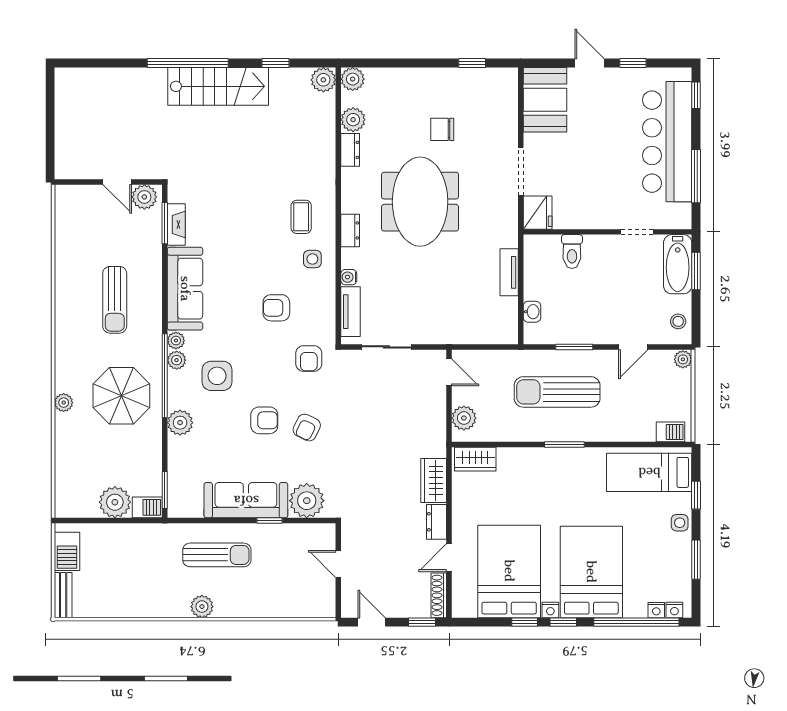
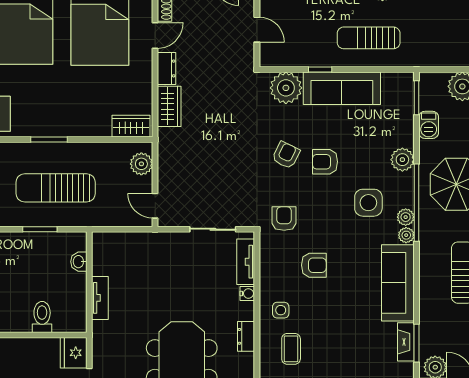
sun lounger: (557, 392) -> (56, 188), turned 180
barbecue: (147, 507) -> (429, 125), moved, turned -90

